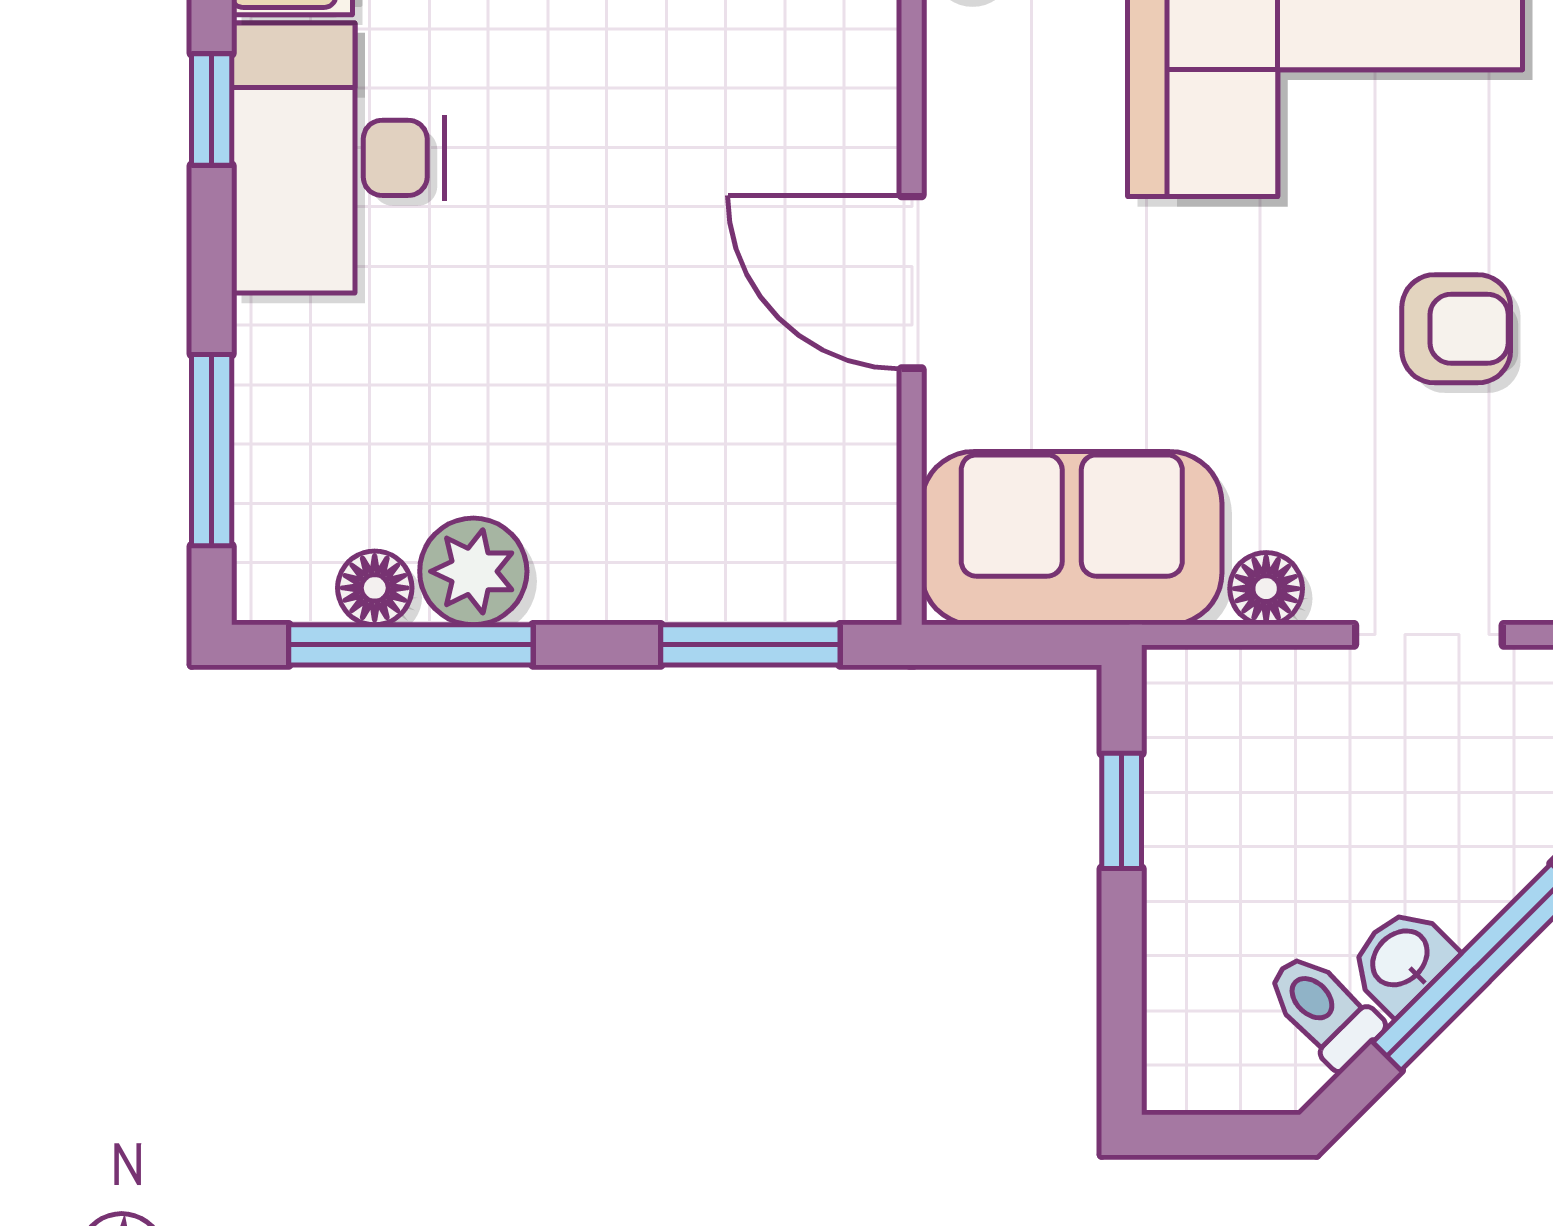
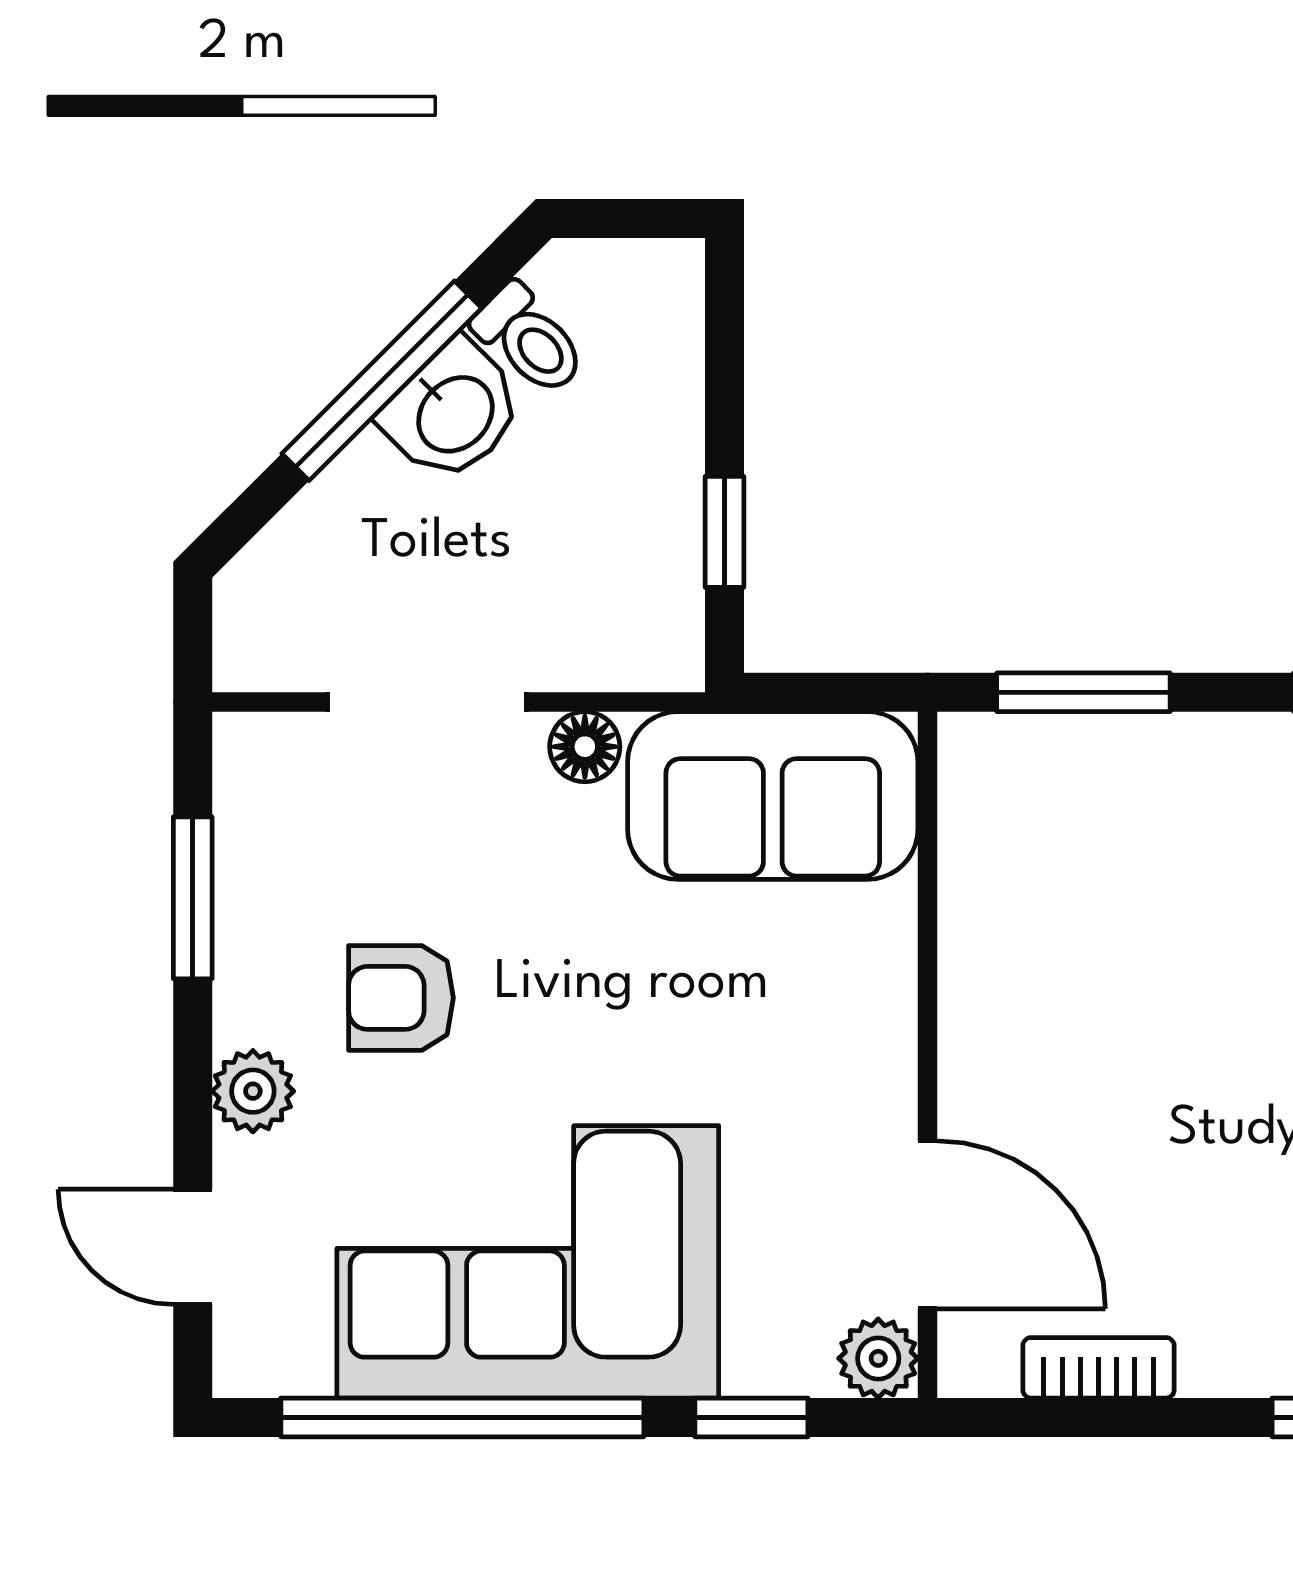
door: (912, 282) -> (928, 1225), moved
doorway: (1429, 635) -> (427, 702), width x1.38
washbasin: (1402, 960) -> (453, 412), width x1.38, depth x1.45

